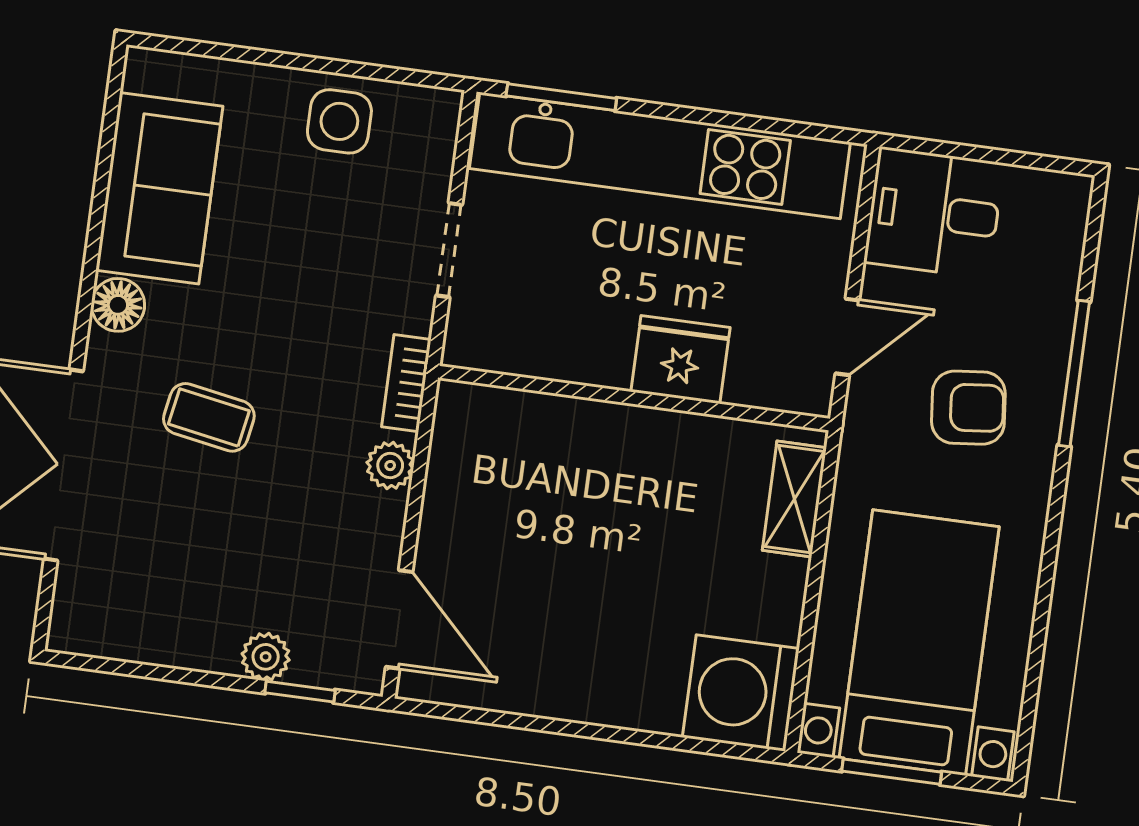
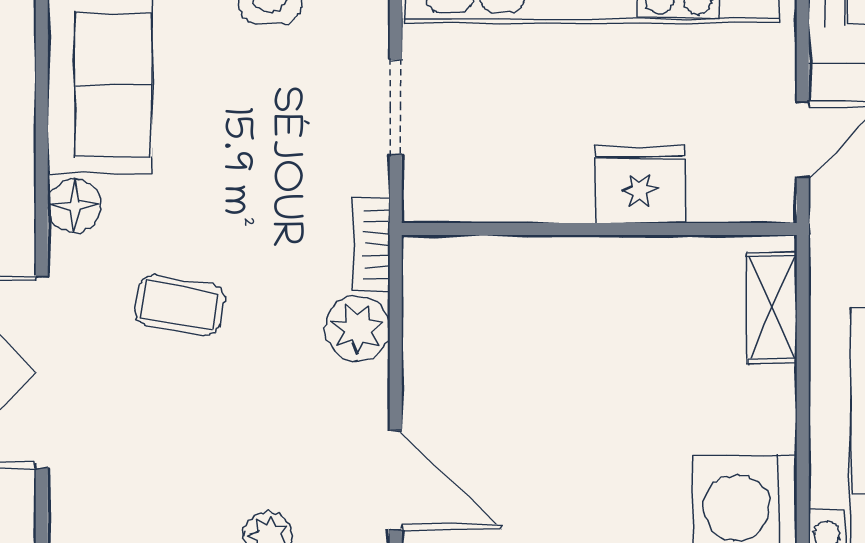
plant: (390, 466) -> (357, 329), width x1.38, depth x1.38

